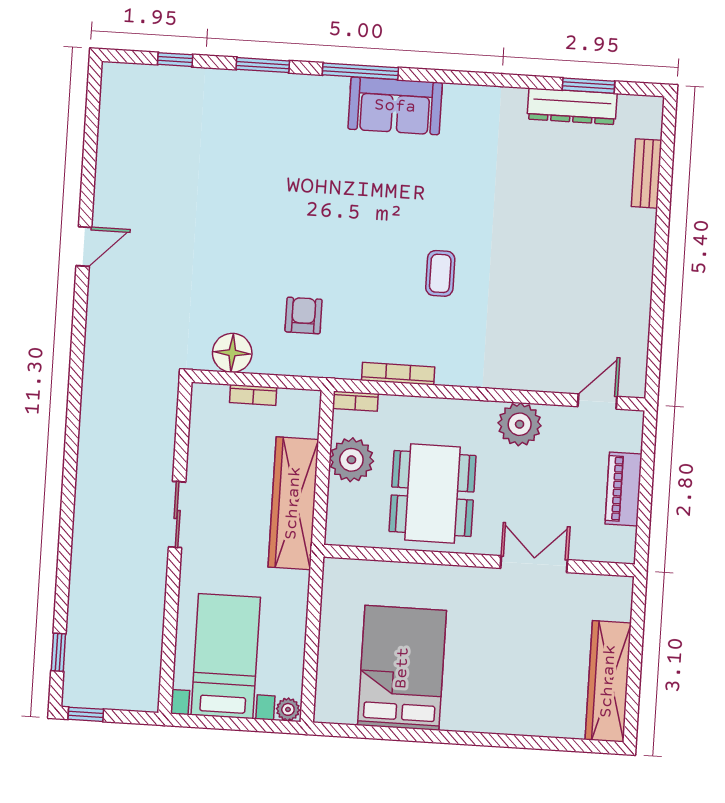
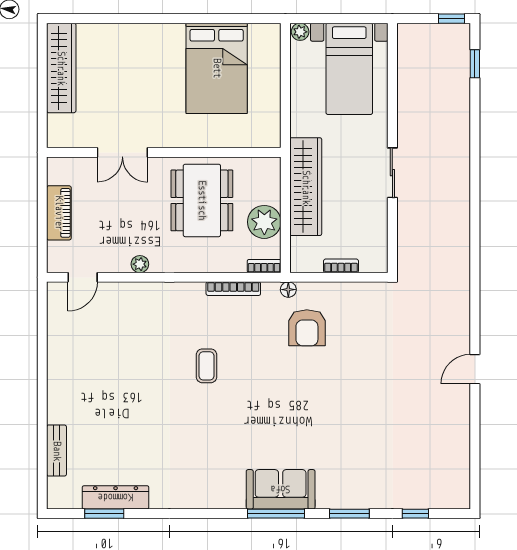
sofa: (395, 106) -> (281, 489), moved
armchair: (304, 315) -> (307, 328), width x1.38, depth x1.38
floor lamp: (232, 353) -> (288, 290), moved, width x0.53, depth x0.53
plant: (520, 424) -> (140, 264), width x0.53, depth x0.53

